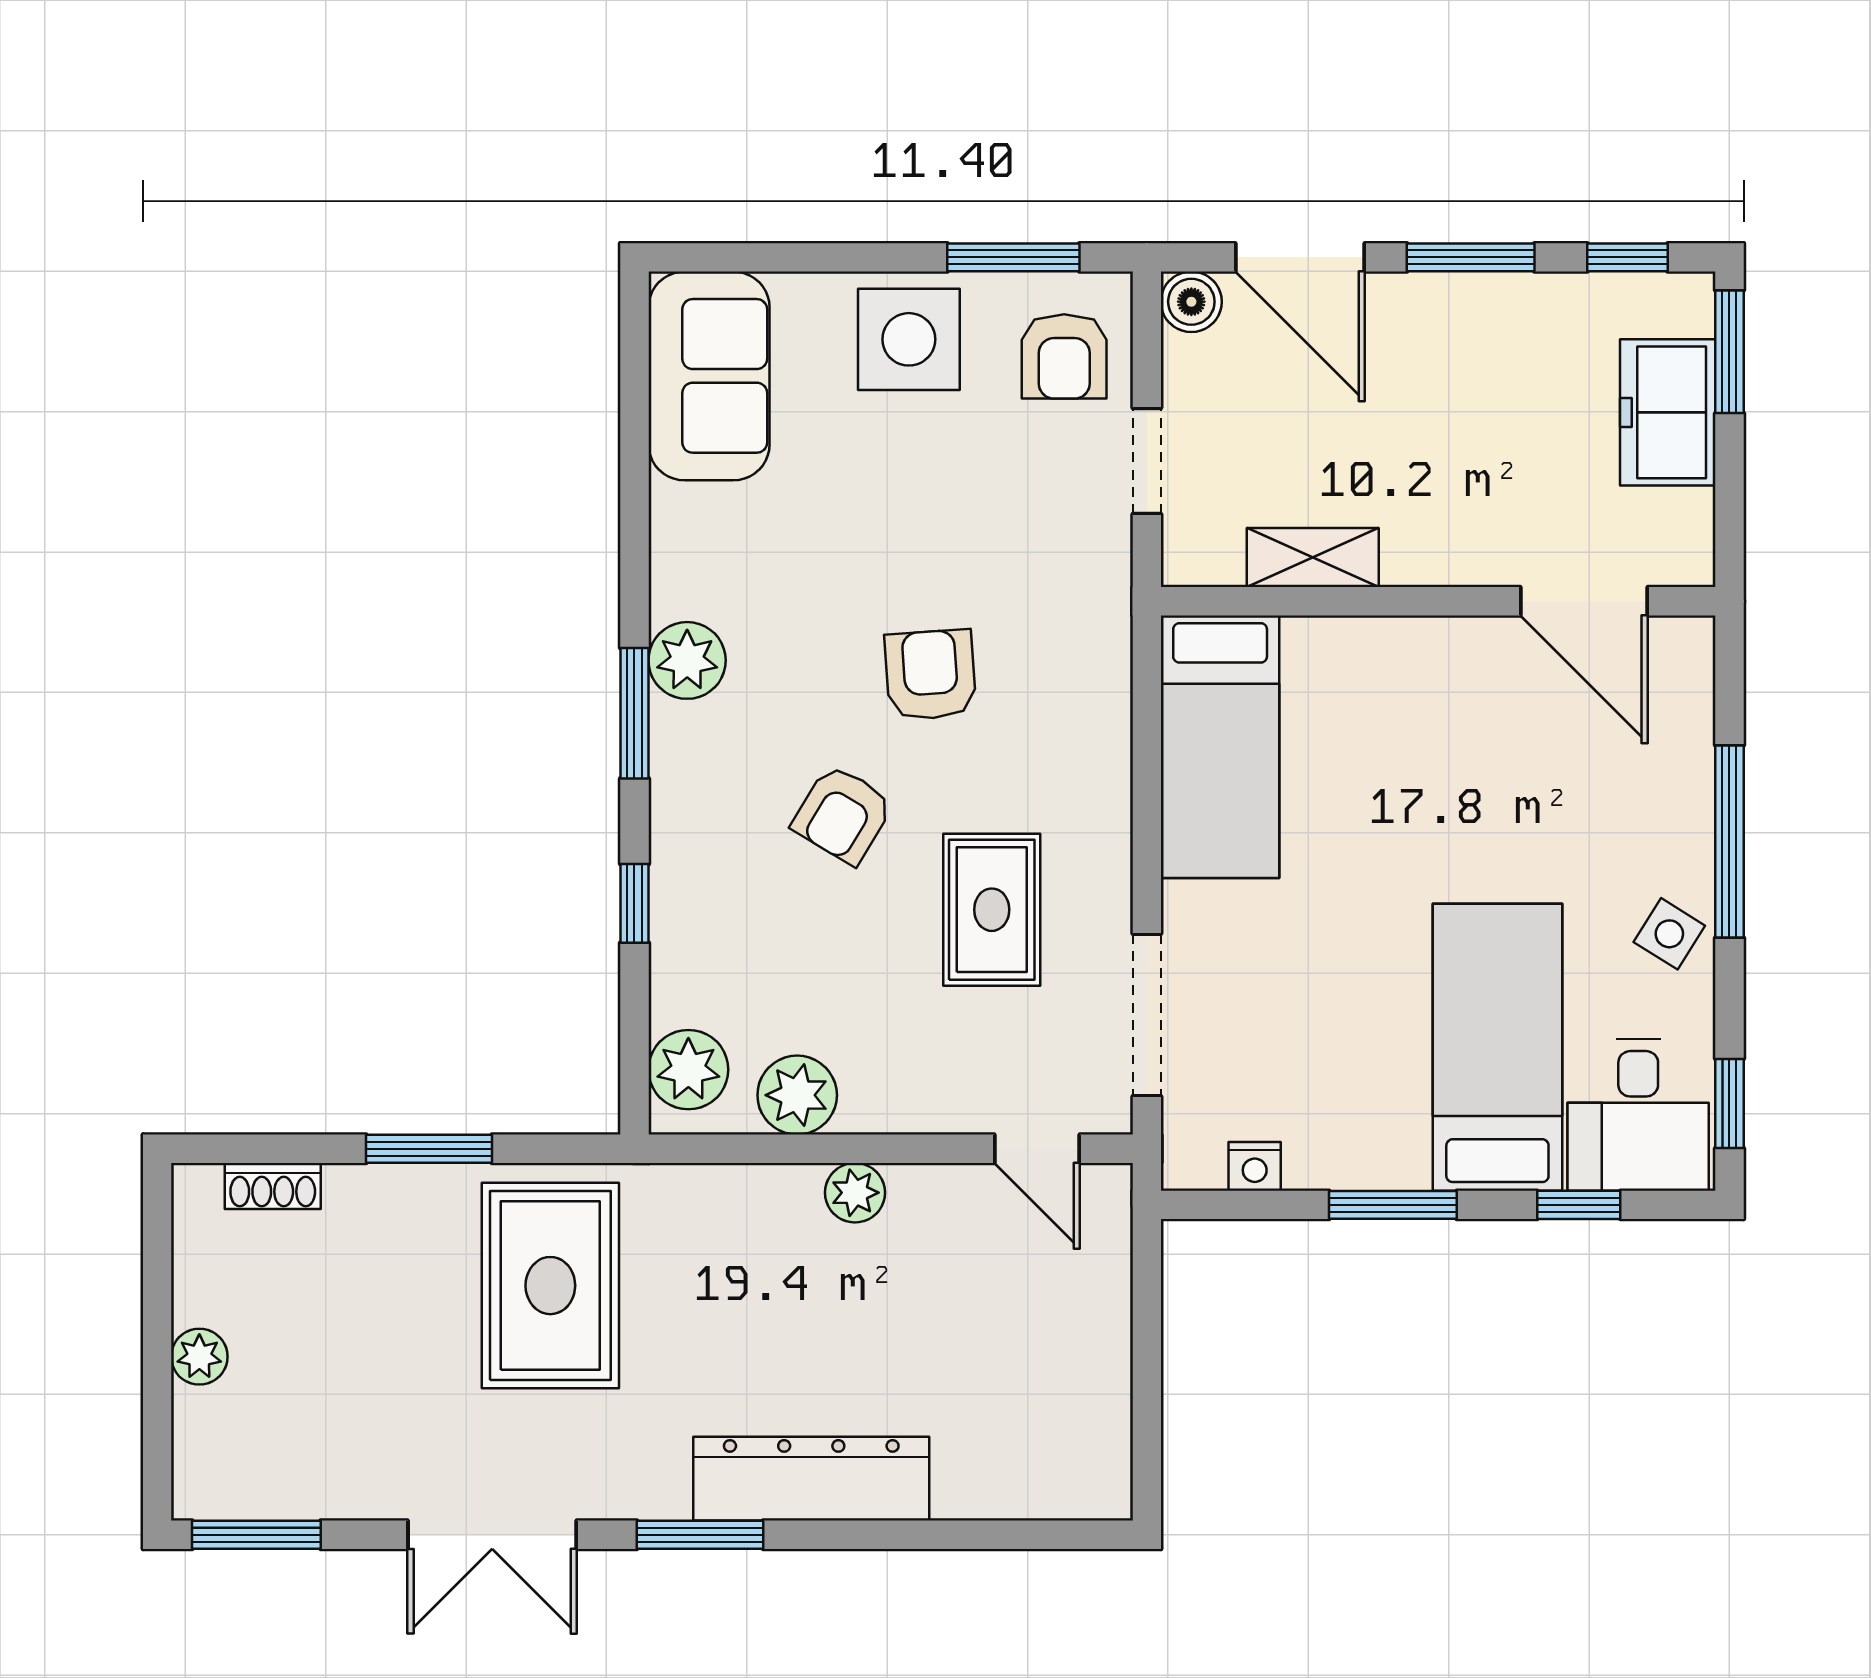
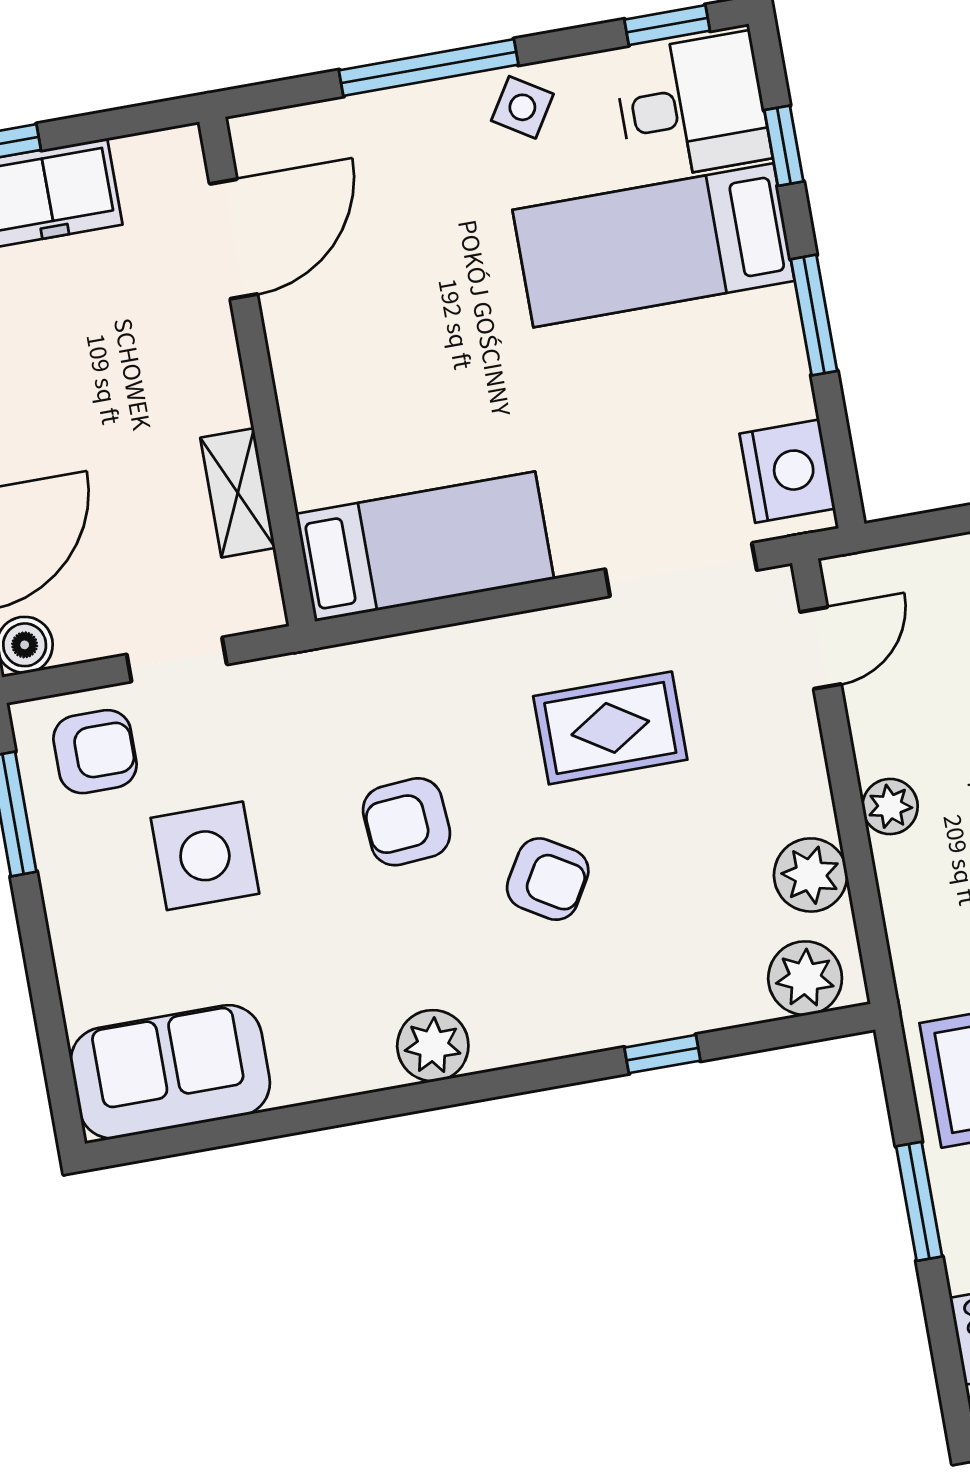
side table: (909, 339) -> (205, 856), moved
window: (634, 713) -> (489, 1085), removed
nightstand: (1255, 1166) -> (787, 471), width x1.89, depth x1.79

